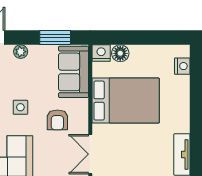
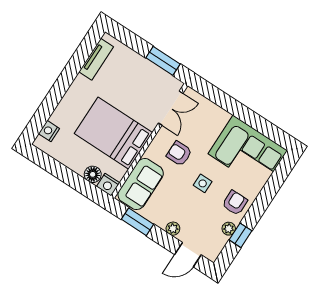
armchair: (57, 120) -> (179, 154), turned -90

